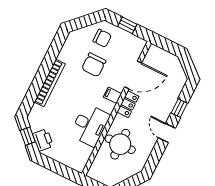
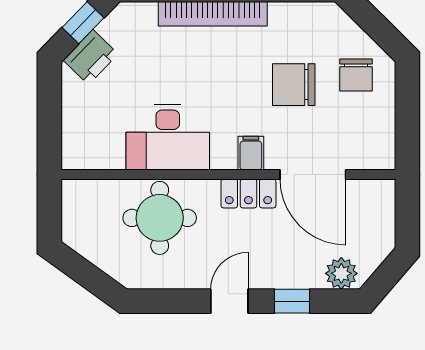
window: (127, 25) -> (407, 113), removed
plant: (178, 83) -> (341, 273), added

